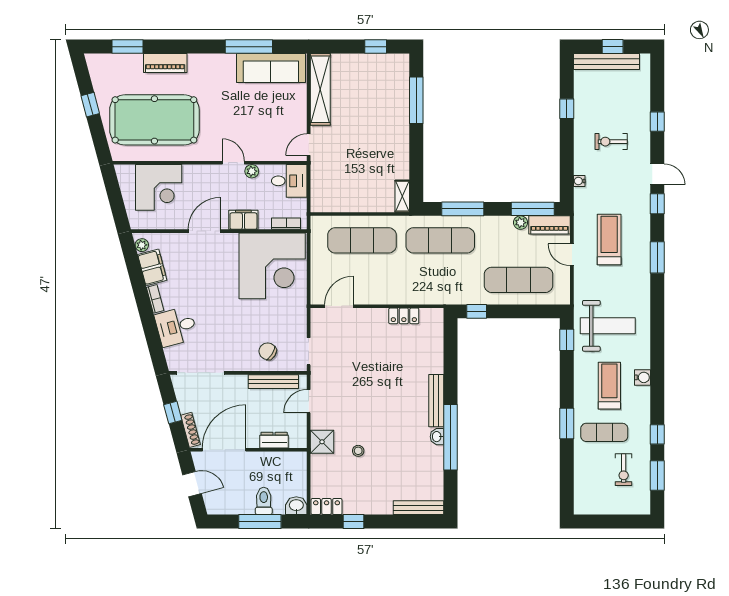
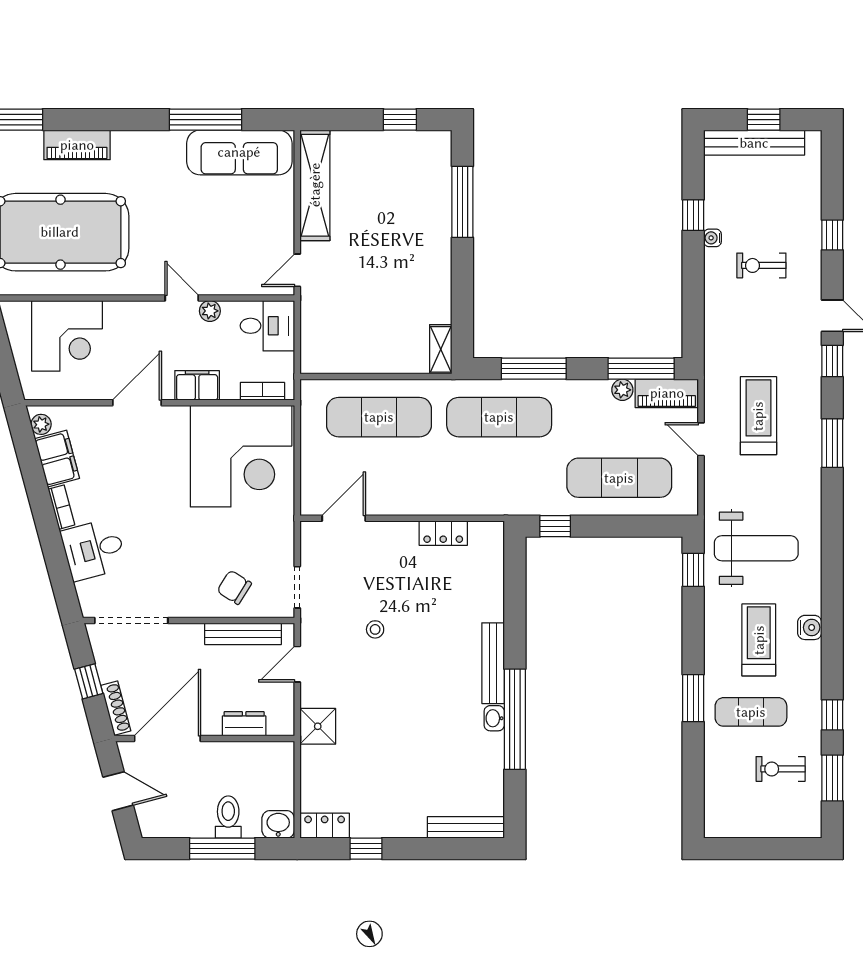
water cooler: (579, 181) -> (712, 238), moved
stool: (358, 451) -> (375, 629), moved
exercise bike: (624, 470) -> (781, 769), turned 90

